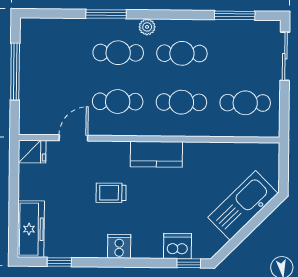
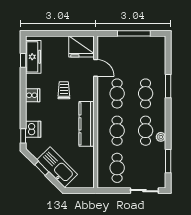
plant: (147, 27) -> (161, 137), moved
fridge: (32, 151) -> (82, 47), width x1.88, depth x1.34
kitchen counter: (156, 154) -> (87, 124), width x1.50
freezer: (31, 229) -> (33, 57), moved, turned -90
window: (245, 232) -> (42, 168), added

